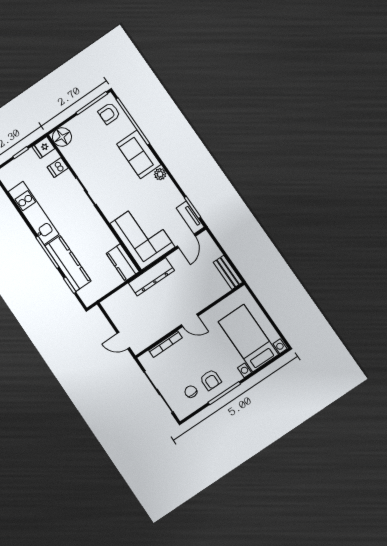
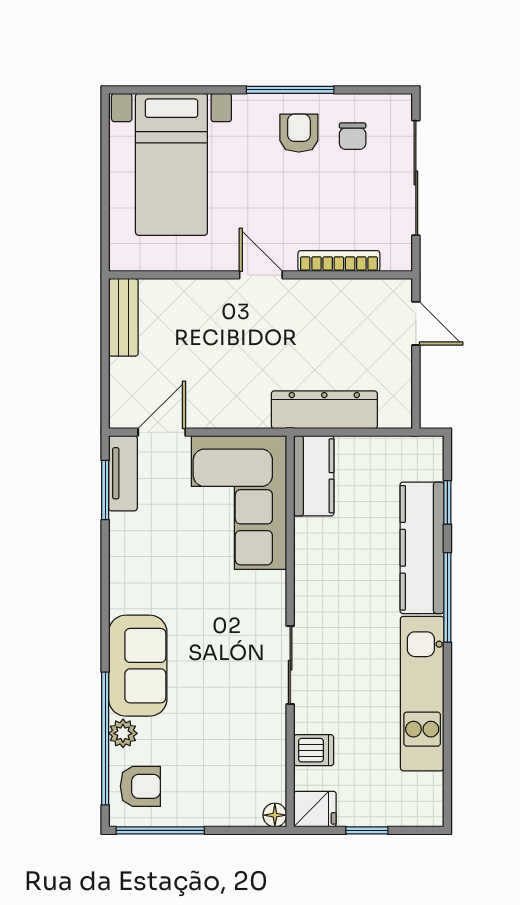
floor lamp: (62, 137) -> (275, 815), width x0.53, depth x0.53
plant: (160, 174) -> (123, 733), moved
dresser: (151, 277) -> (324, 410), moved

